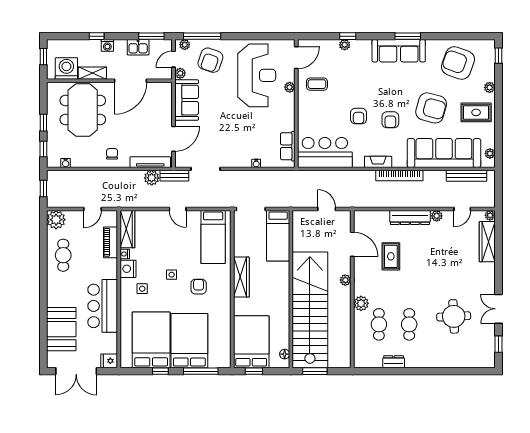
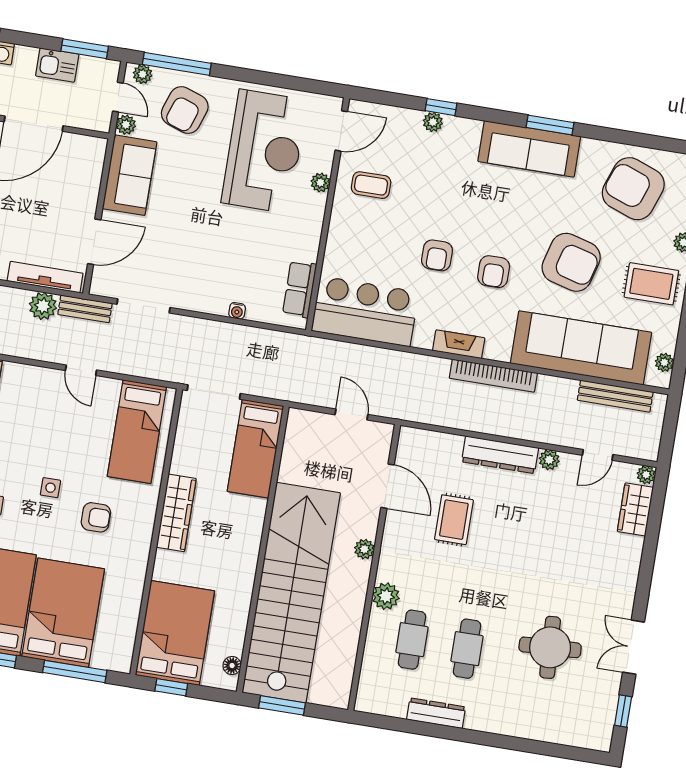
door: (173, 59) -> (118, 97), swing flipped
wardrobe: (487, 242) -> (635, 509), width x0.67
armchair: (199, 287) -> (96, 517), turned 90
dresser: (394, 362) -> (436, 713), width x1.44

